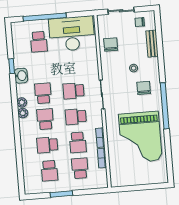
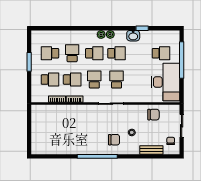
school desk: (39, 42) -> (161, 53), turned 180
grand piano: (140, 137) -> (72, 133), removed
school desk: (78, 142) -> (72, 80), turned 180

